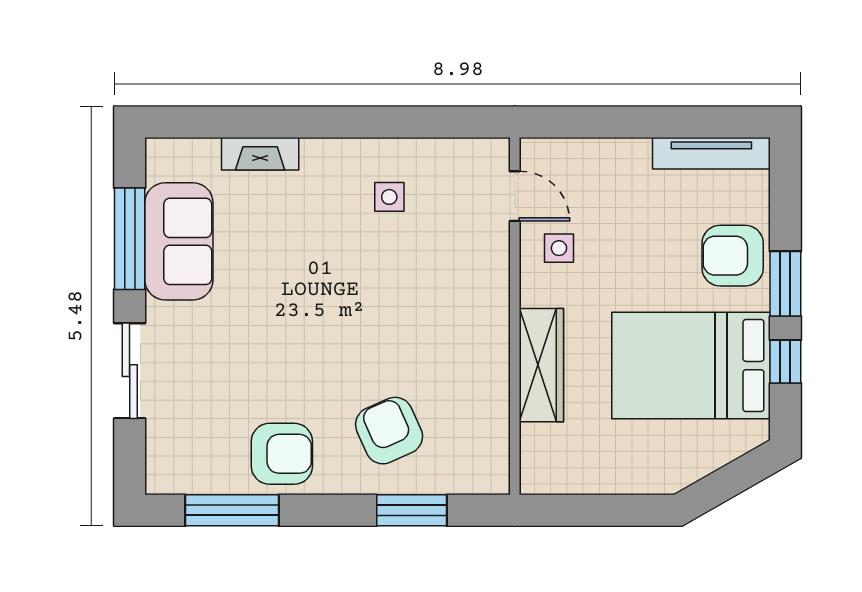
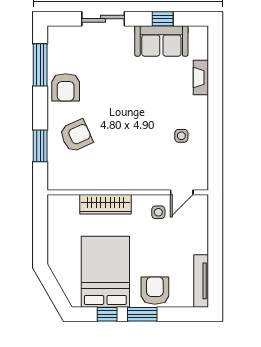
window: (130, 239) -> (163, 19), width x0.46

